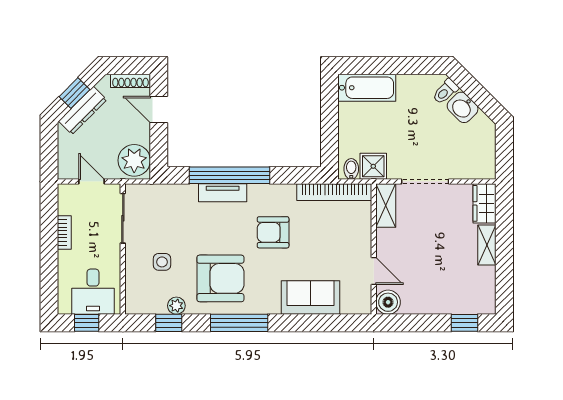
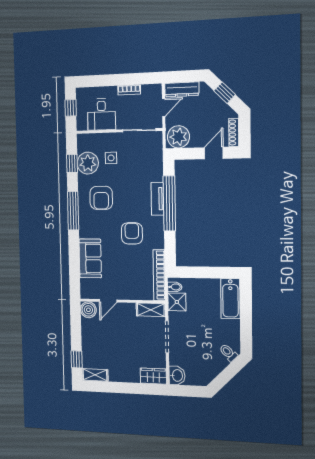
washbasin: (463, 107) -> (177, 375), moved, turned 135
dresser: (83, 110) -> (182, 89), moved, turned -45
shelving: (487, 245) -> (95, 375), moved
armchair: (220, 278) -> (101, 198), width x0.73, depth x0.73
desk: (93, 292) -> (102, 114), moved, turned -90
plant: (176, 306) -> (88, 163), width x1.88, depth x1.88

